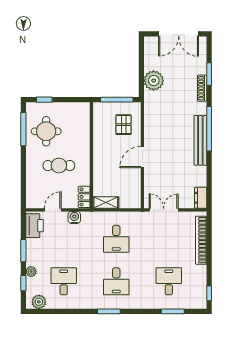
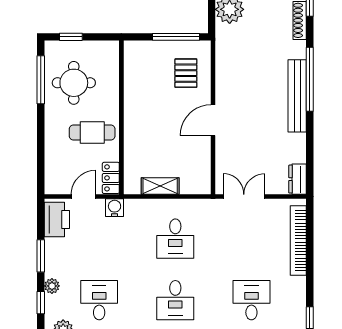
wall: (91, 155) -> (121, 117), moved
locker: (84, 197) -> (111, 178), moved

